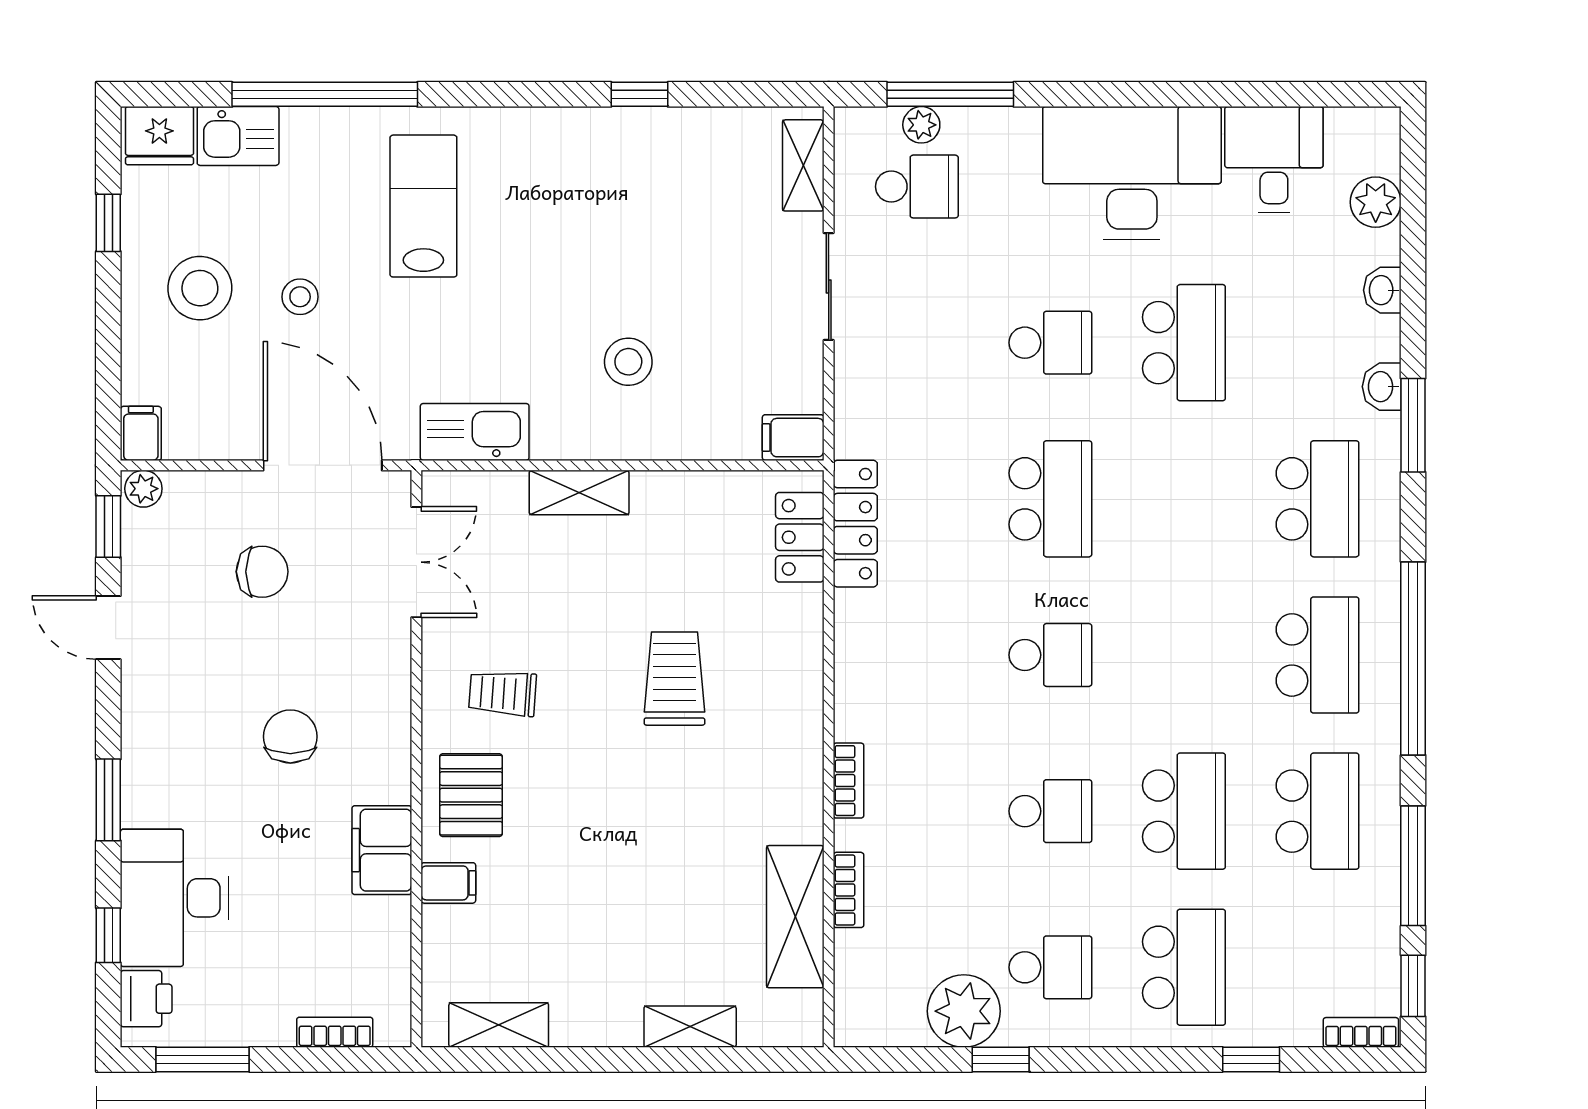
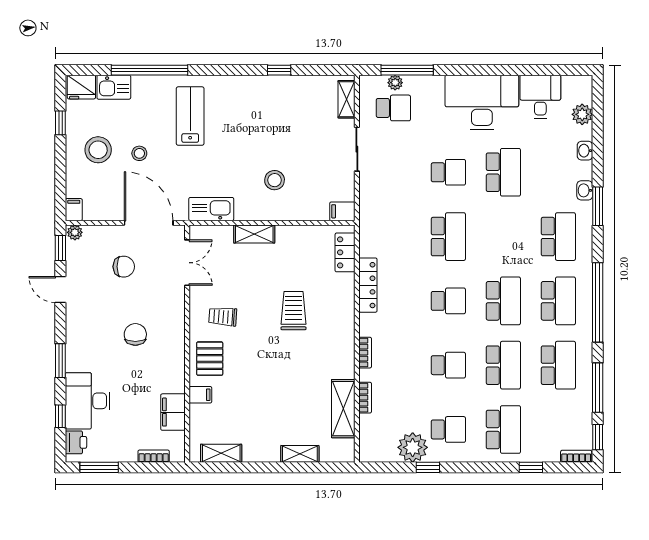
locker: (855, 524) -> (368, 285), moved
school desk: (1184, 655) -> (503, 301), added
filing cabinet: (382, 850) -> (173, 412), moved

